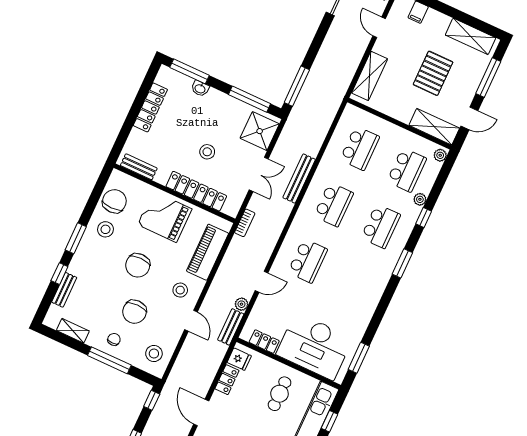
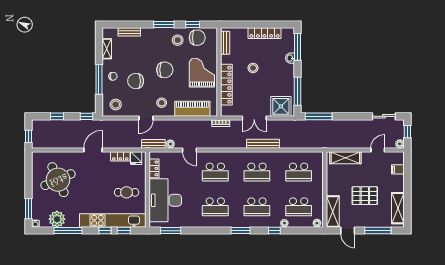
stool: (207, 152) -> (253, 68), moved
chair: (138, 265) -> (165, 70), turned 180
window: (59, 274) -> (193, 25), moved
school desk: (355, 283) -> (215, 207), added

